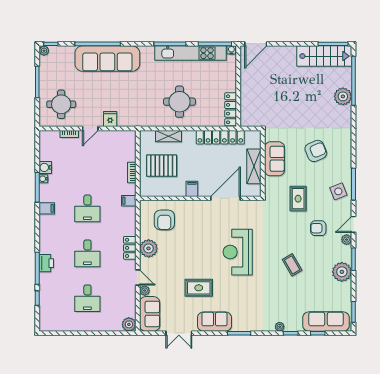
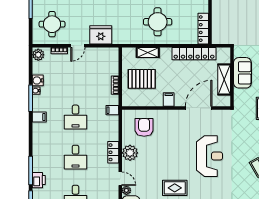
fridge: (110, 119) -> (101, 35), width x1.88, depth x1.34
plant: (46, 139) -> (38, 55), added
armchair: (164, 220) -> (144, 127), turned 180
reception desk: (238, 252) -> (209, 156), turned 180
printer: (46, 263) -> (39, 180), moved

